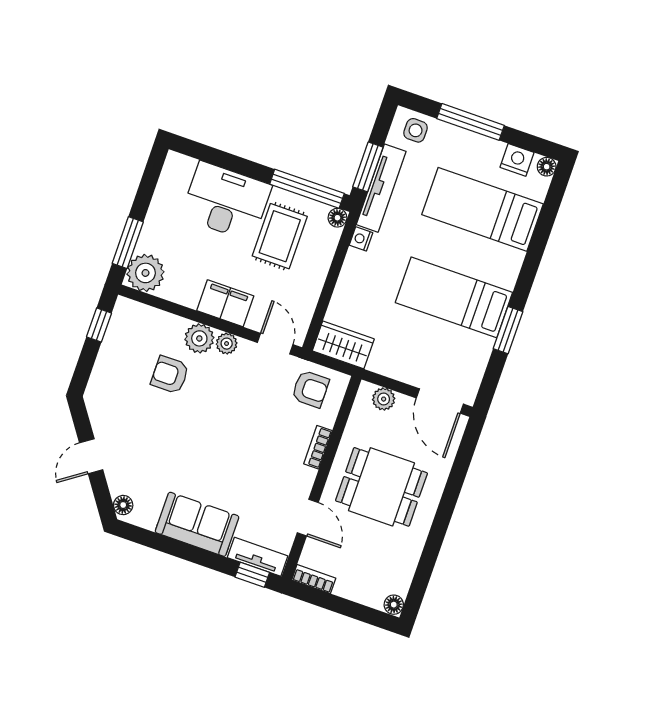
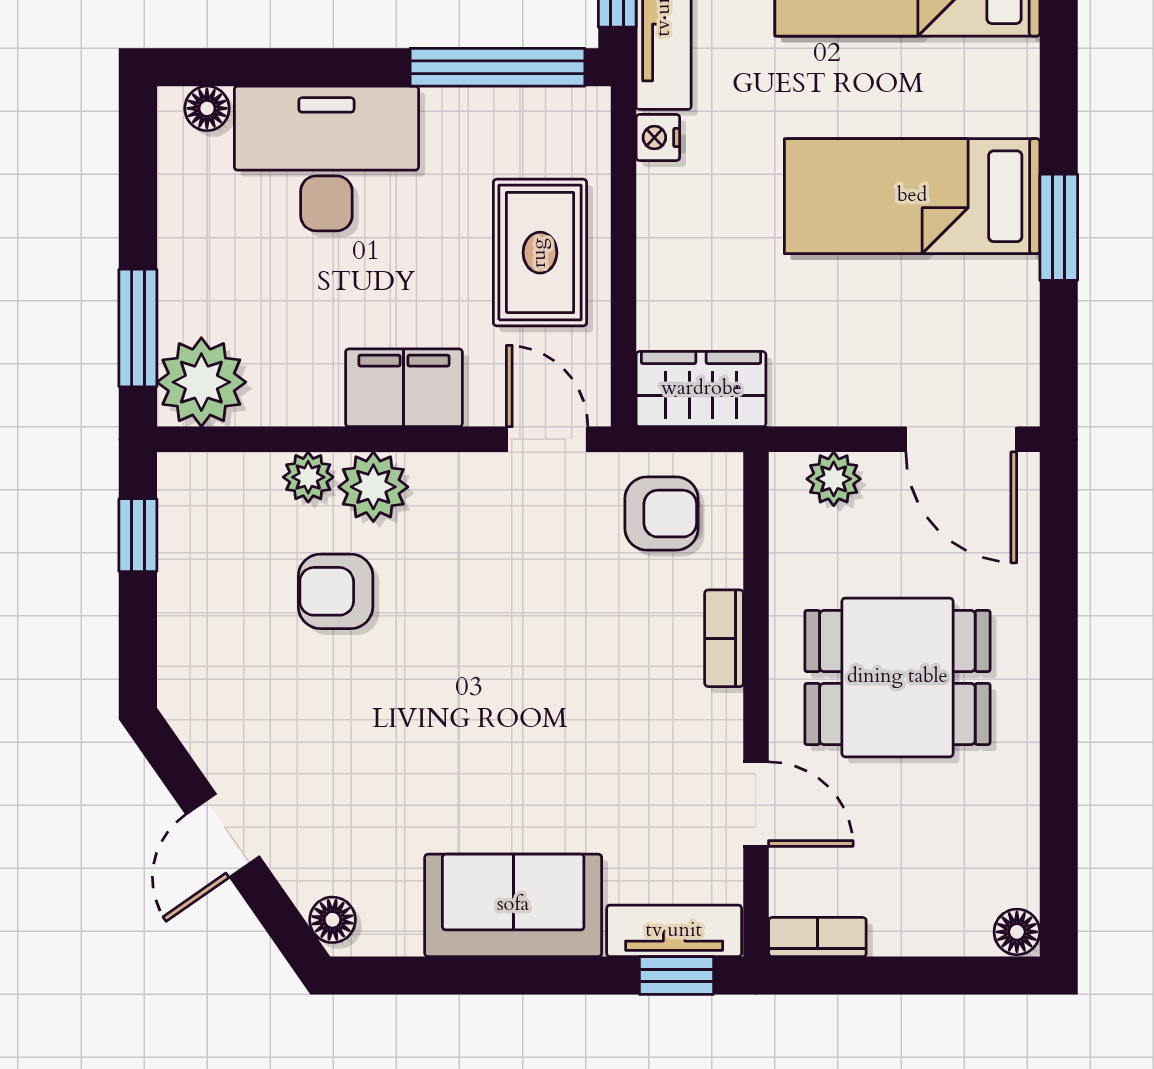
floor lamp: (337, 218) -> (207, 108), moved
rug: (280, 236) -> (540, 253), moved
plant: (227, 344) -> (308, 477), moved

